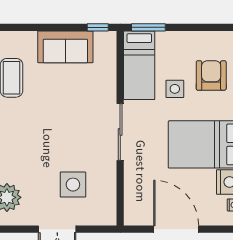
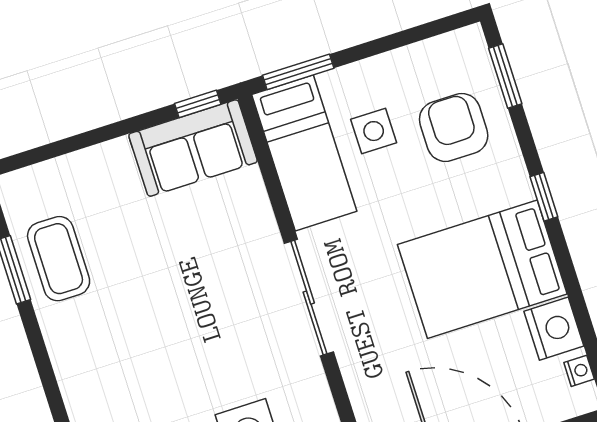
sofa: (65, 47) -> (193, 148), moved
side table: (175, 89) -> (374, 131), moved

